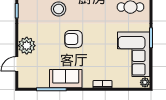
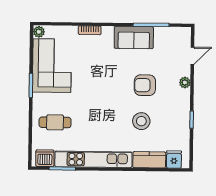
armchair: (73, 39) -> (145, 85), moved, turned 180
plant: (27, 46) -> (185, 82), width x0.53, depth x0.53

